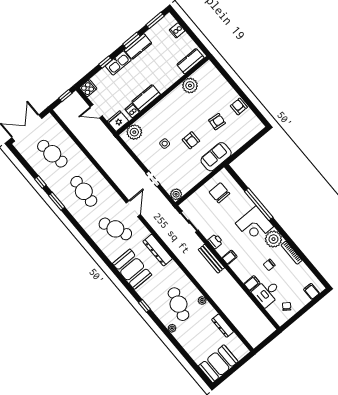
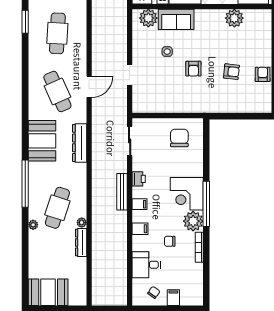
sofa: (216, 157) -> (176, 19), moved, turned 180
plant: (176, 194) -> (139, 106), removed
window: (259, 204) -> (206, 204), moved
filing cabinet: (252, 283) -> (140, 229), moved
filing cabinet: (311, 291) -> (173, 298), moved
window: (144, 306) -> (25, 184), width x3.17
dresser: (223, 326) -> (81, 242), moved

